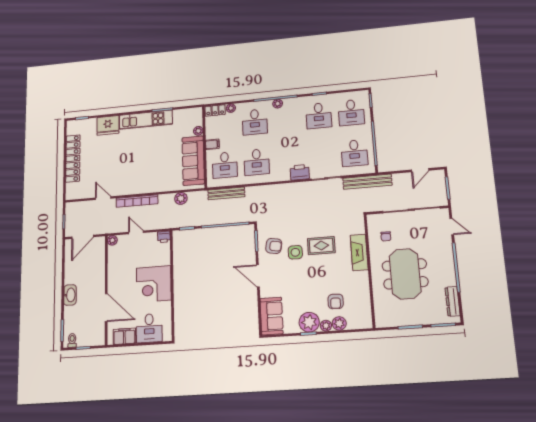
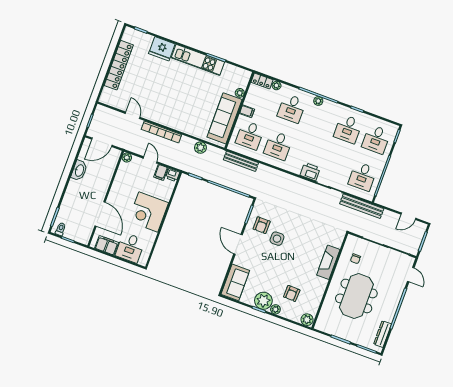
filing cabinet: (151, 240) -> (161, 172), added
armchair: (274, 246) -> (262, 225), turned 80
rug: (321, 246) -> (300, 243), removed
washbasin: (70, 295) -> (79, 170), moved
plant: (339, 323) -> (307, 320), moved

